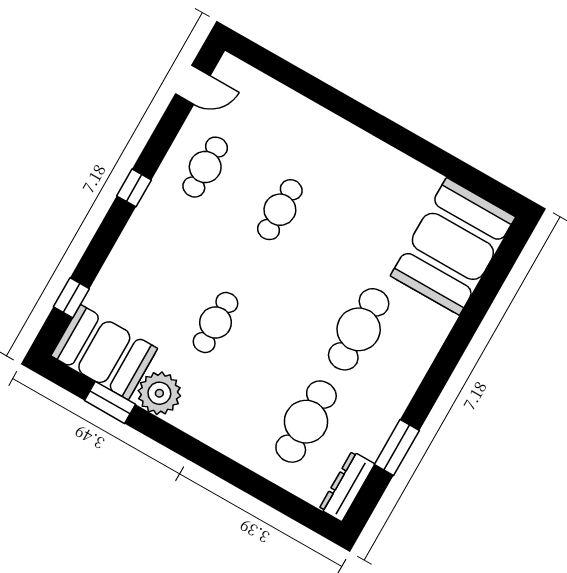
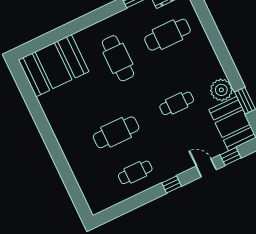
door: (193, 85) -> (206, 168), moved
cafe table: (280, 210) -> (116, 132), width x1.37, depth x1.35
cafe table: (359, 329) -> (118, 58), turned 90

